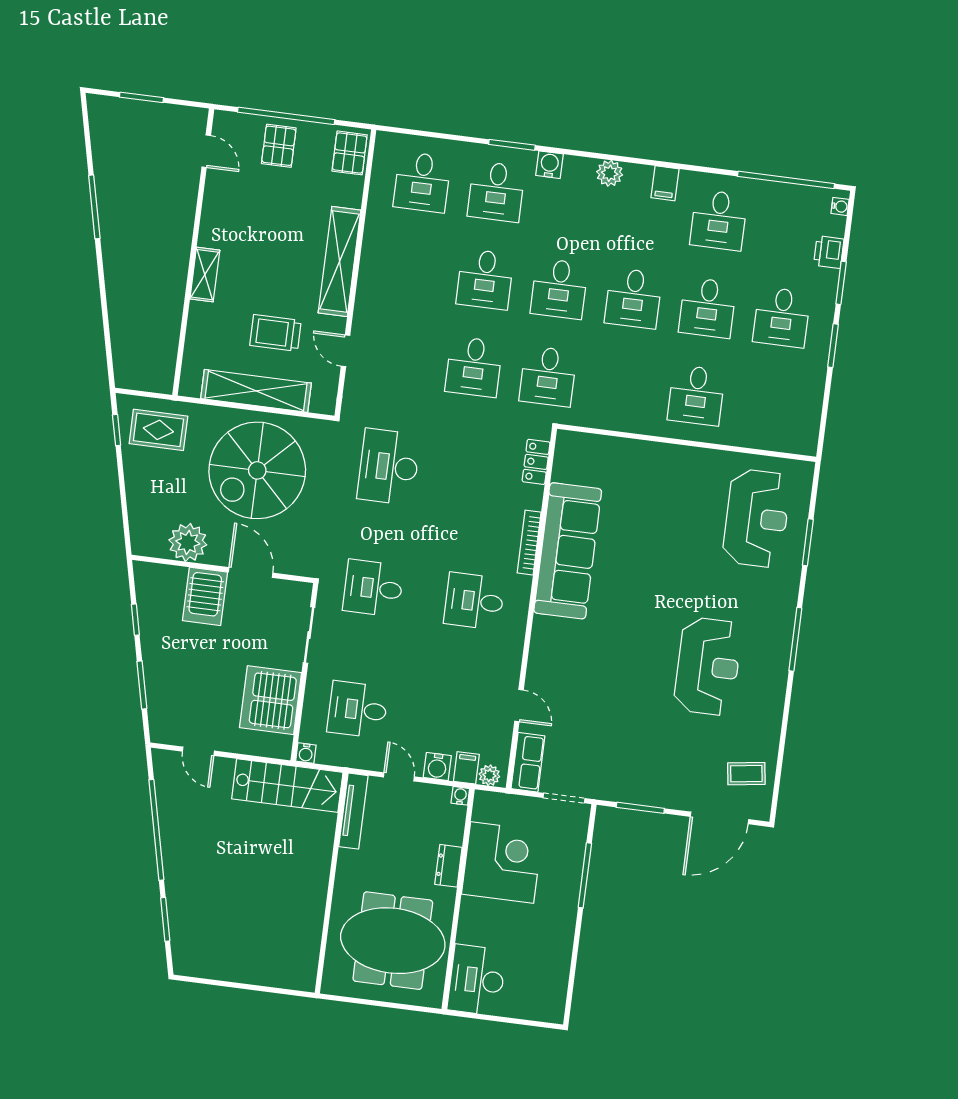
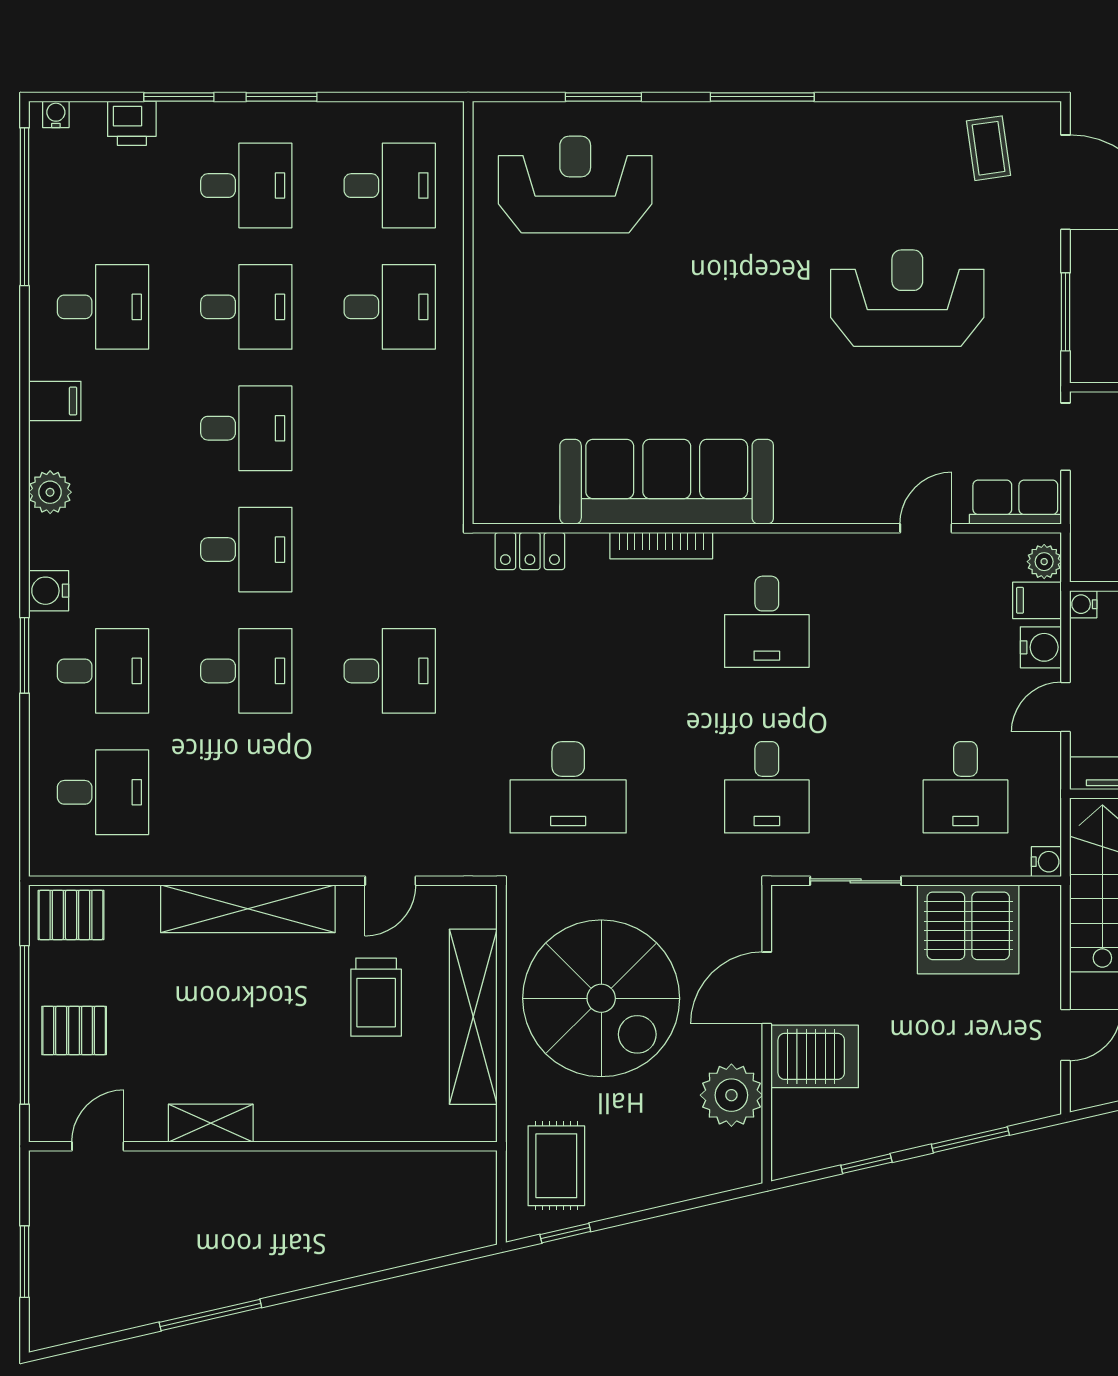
shelving: (205, 275) -> (211, 1123), moved
desk: (548, 376) -> (390, 186), moved
reception desk: (708, 666) -> (907, 298), moved

